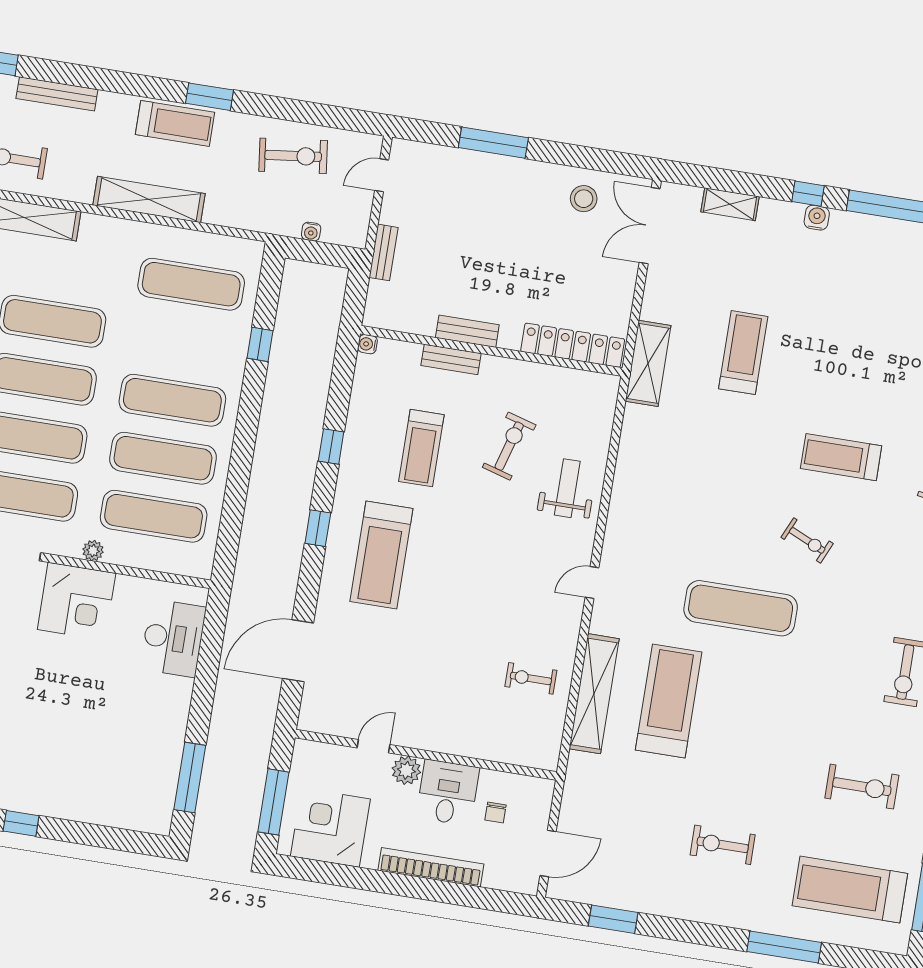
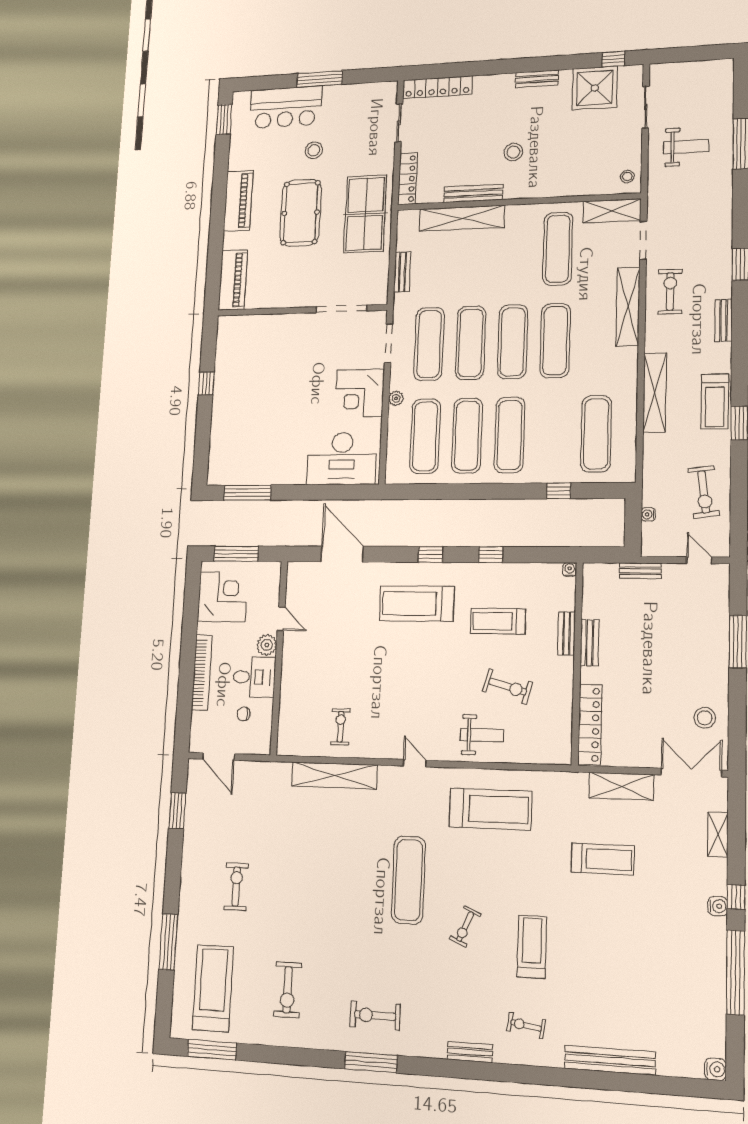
bench: (57, 94) -> (723, 320), width x0.73
shelving: (648, 363) -> (621, 786), moved
desk: (173, 638) -> (342, 459), width x1.36, depth x1.30
treadmill: (669, 701) -> (490, 809), moved

